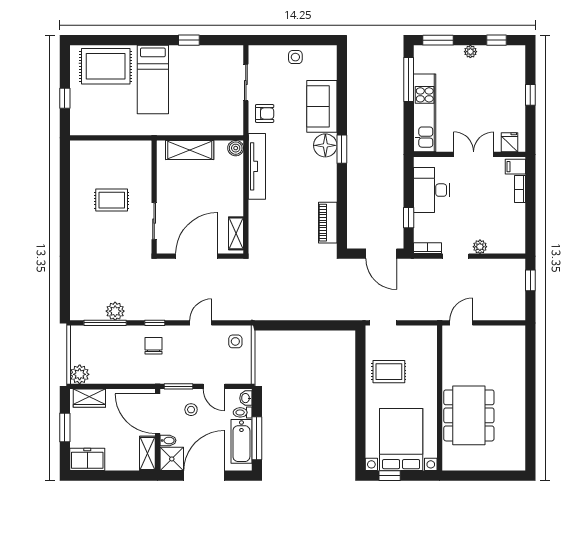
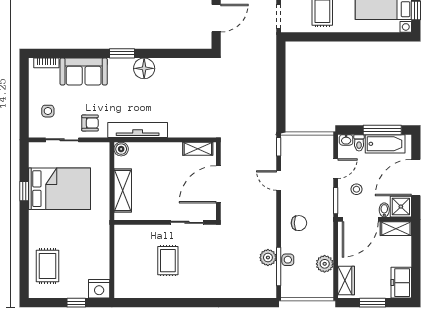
side table: (295, 57) -> (48, 111), moved
bookcase: (331, 65) -> (46, 63), added
rug: (106, 66) -> (47, 266), width x0.73, depth x0.70
bed: (153, 80) -> (59, 189), moved, width x1.50
armchair: (265, 113) -> (90, 123), turned 90
nightstand: (80, 124) -> (99, 289), added
floor lamp: (325, 145) -> (144, 68), moved
piano: (328, 223) -> (188, 66), removed
door: (196, 256) -> (218, 184), hinge flipped
window: (155, 323) -> (279, 147), moved
side table: (235, 341) -> (288, 260), moved
chair: (153, 346) -> (299, 223), turned 180
plant: (80, 374) -> (325, 264), moved
door: (204, 476) -> (416, 178), hinge flipped

